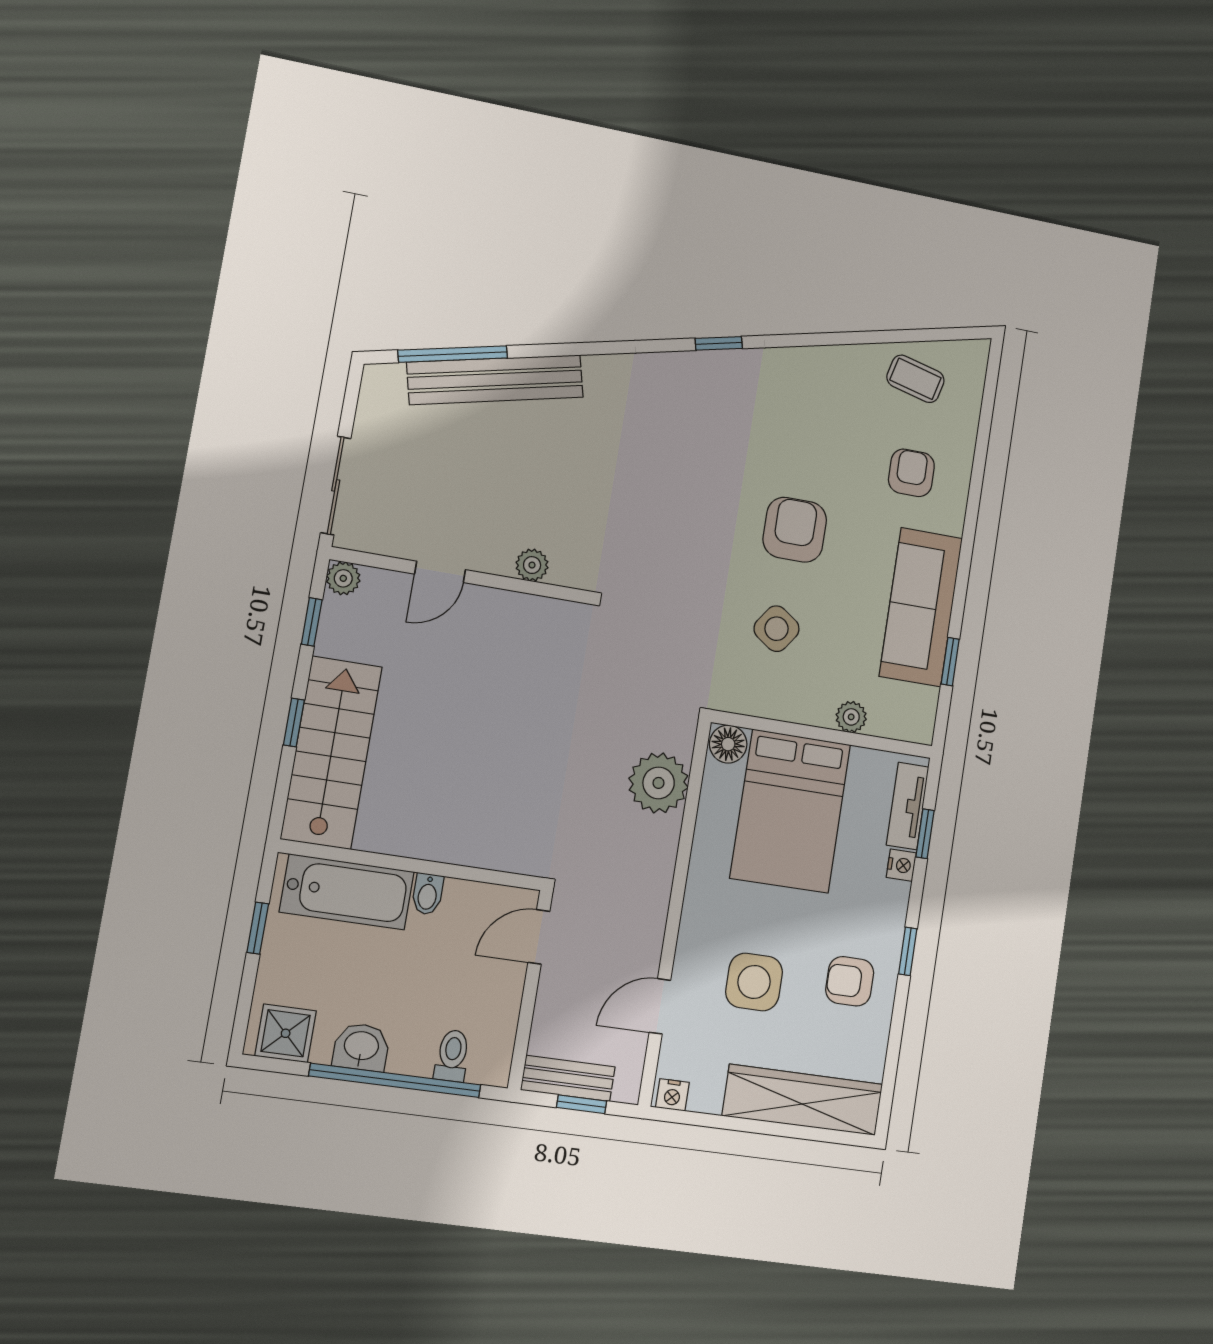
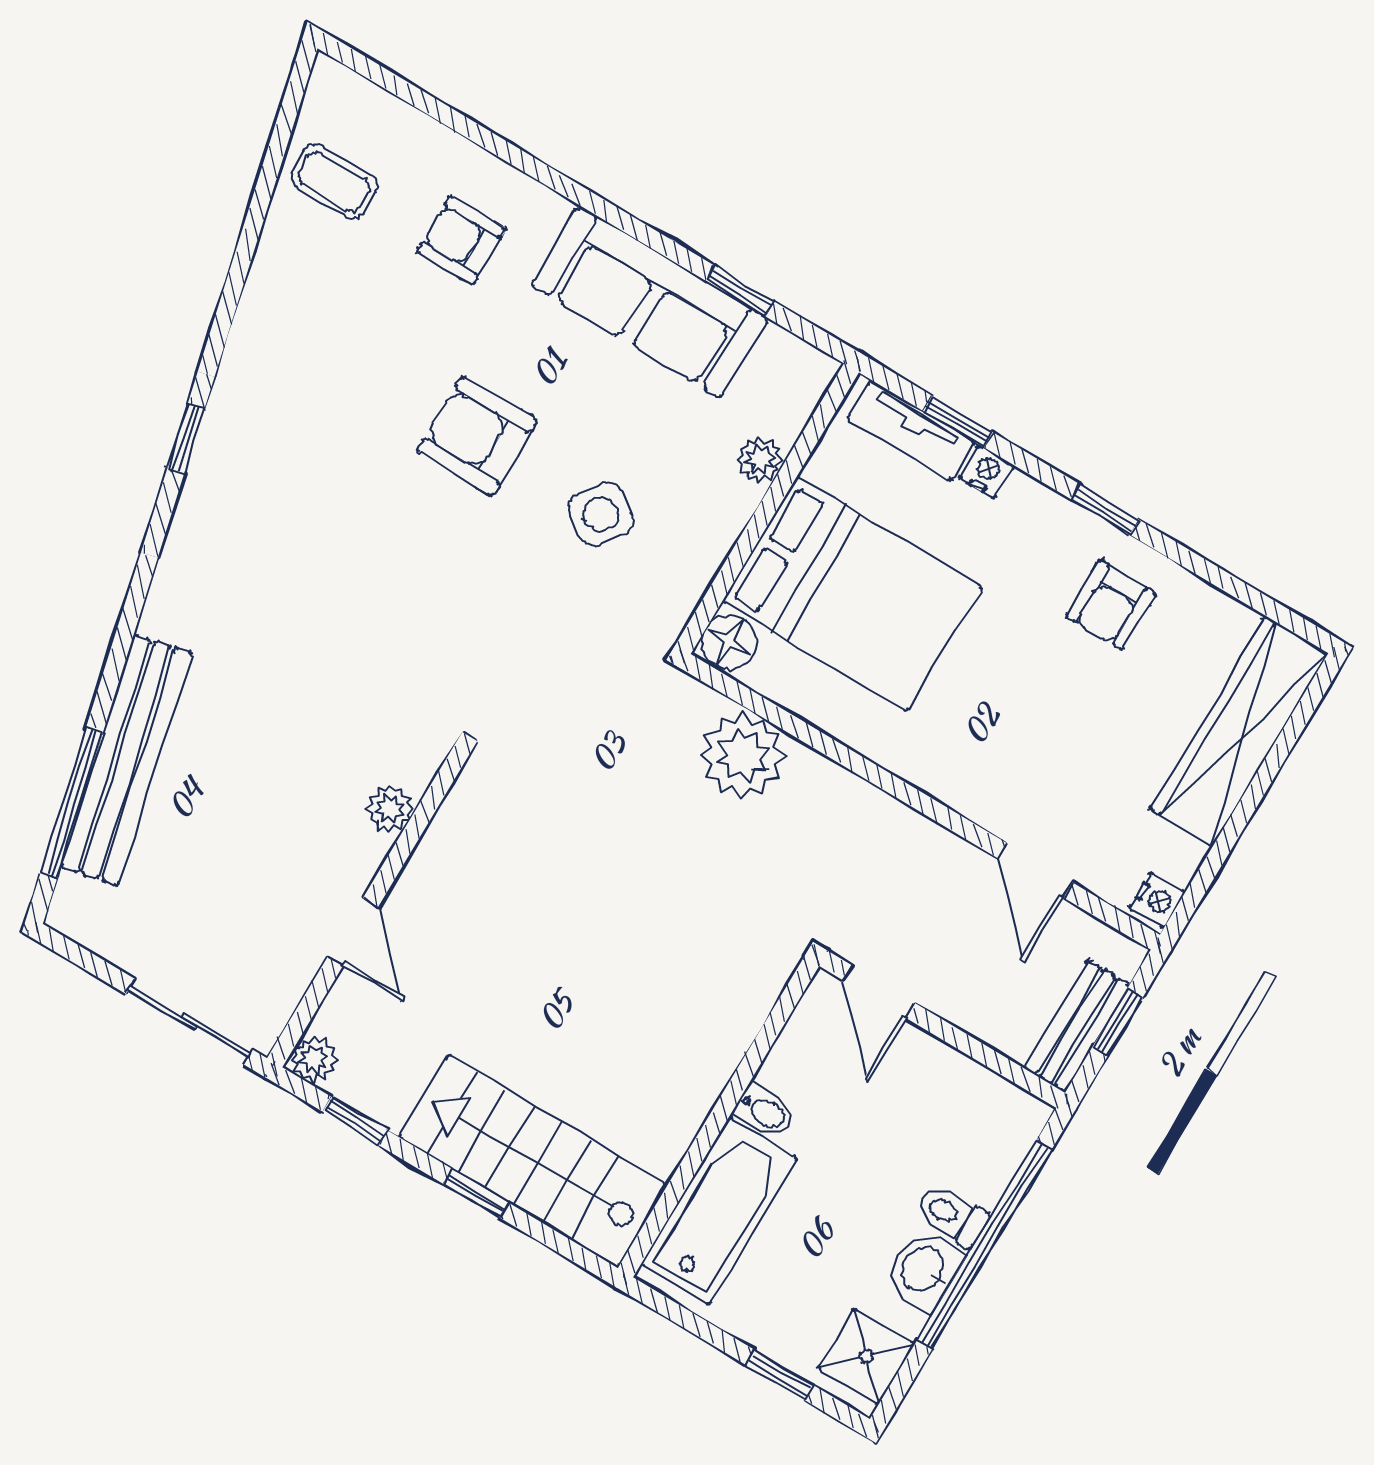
coffee table: (915, 379) -> (334, 182), turned 76
window: (258, 928) -> (780, 1375), moved
side table: (754, 982) -> (1057, 734), removed
toilet: (452, 1056) -> (952, 1215), moved

